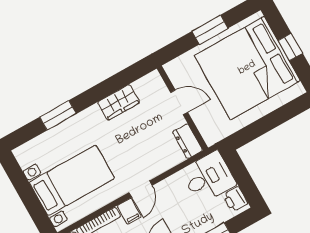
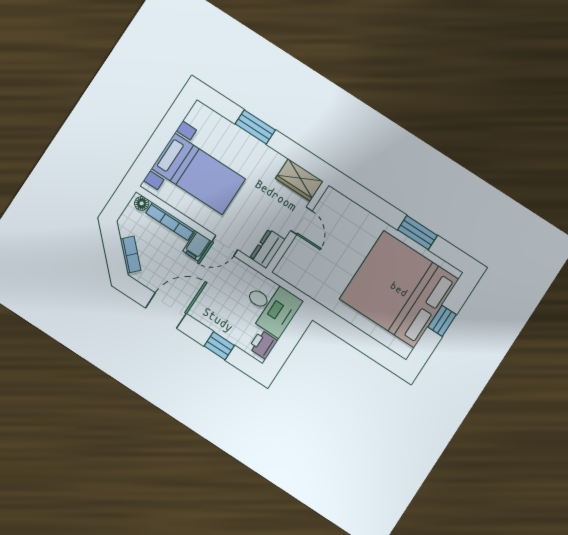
door: (179, 102) -> (301, 221), moved
wall: (182, 108) -> (297, 227), moved
dresser: (188, 141) -> (267, 249), moved

